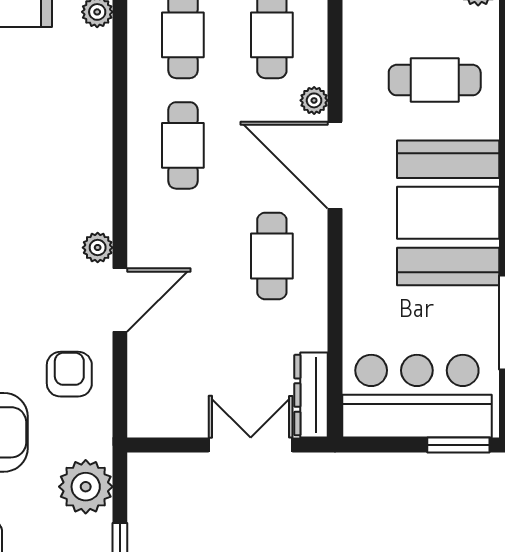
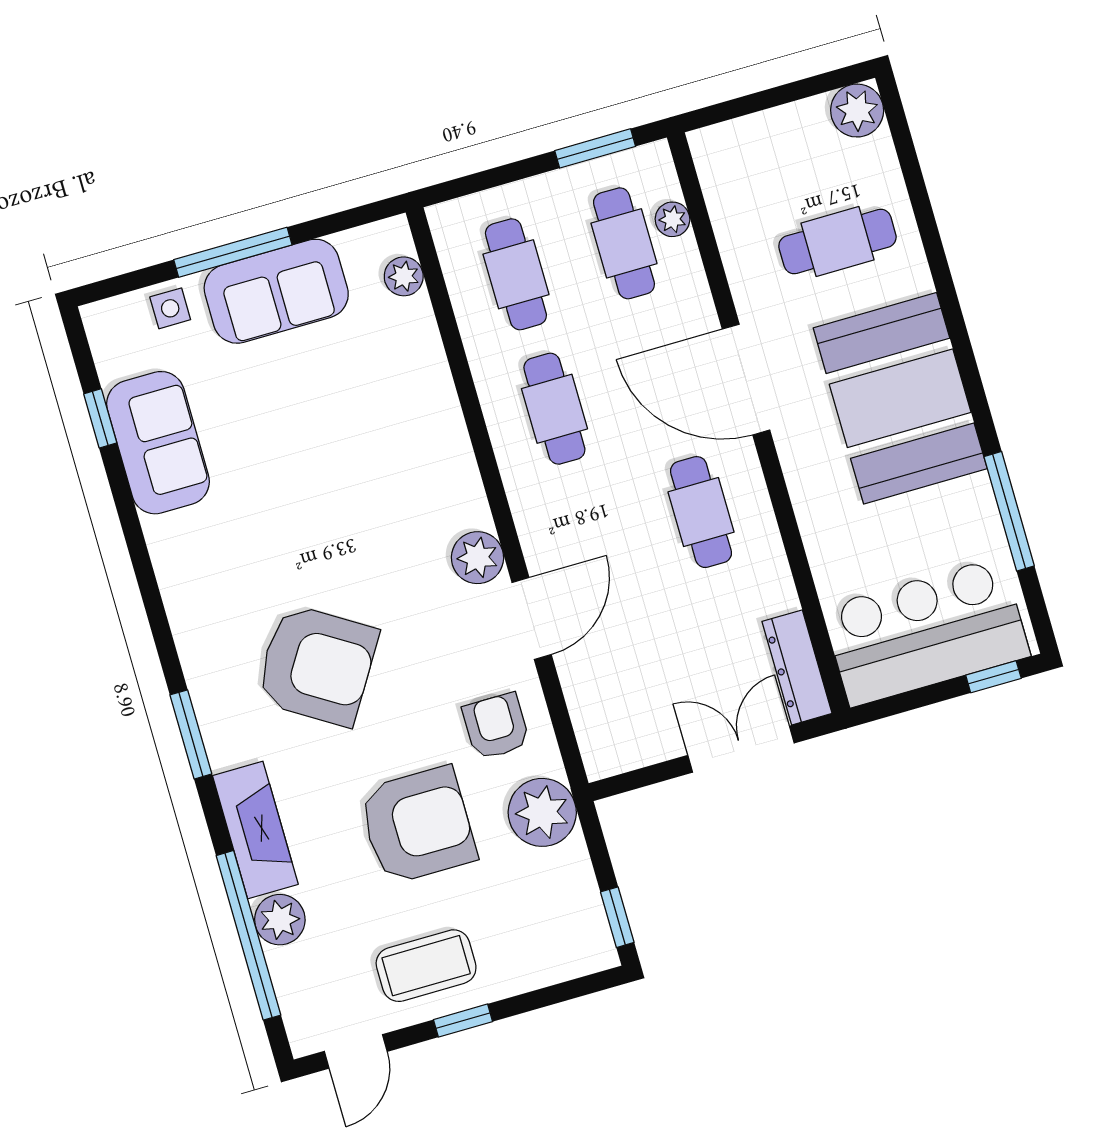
plant: (314, 100) -> (672, 219), moved
plant: (98, 248) -> (478, 558), width x1.38, depth x1.38
window: (458, 445) -> (993, 677), width x0.67
plant: (86, 487) -> (542, 812), moved

